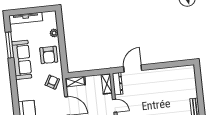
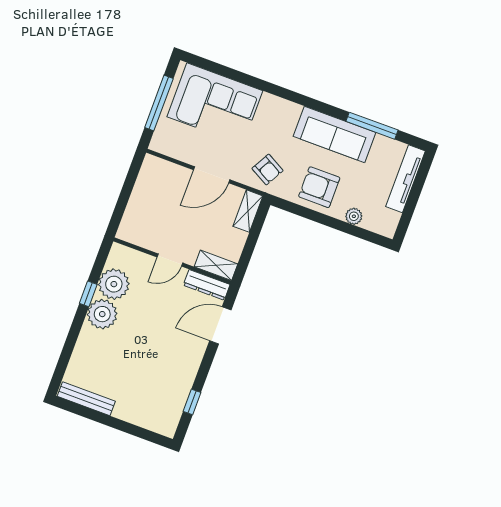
window: (173, 64) -> (192, 402), added
door: (133, 69) -> (220, 325), swing flipped

